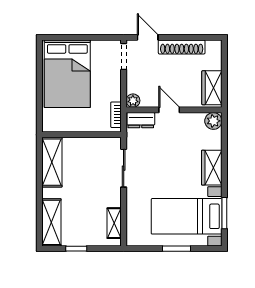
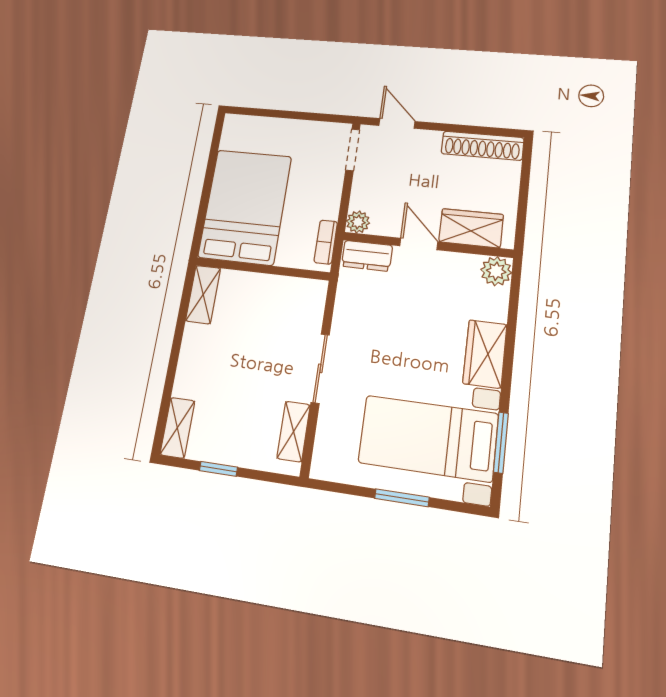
shoe rack: (182, 47) -> (482, 146), moved
bed: (67, 74) -> (245, 207), moved, turned 180
wardrobe: (212, 88) -> (471, 228), moved, turned 90
shelving: (52, 162) -> (203, 295), width x0.67, depth x0.75
sliding door: (124, 168) -> (320, 368), moved
shelving: (51, 222) -> (177, 428), width x0.67, depth x0.75

